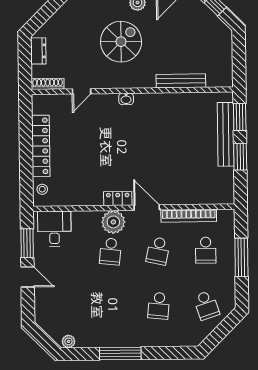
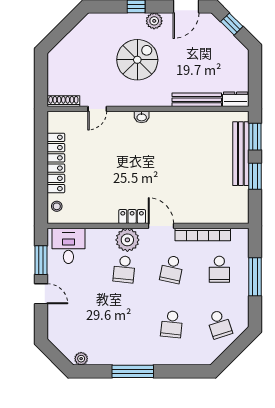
dresser: (38, 51) -> (236, 99), moved, turned -90

